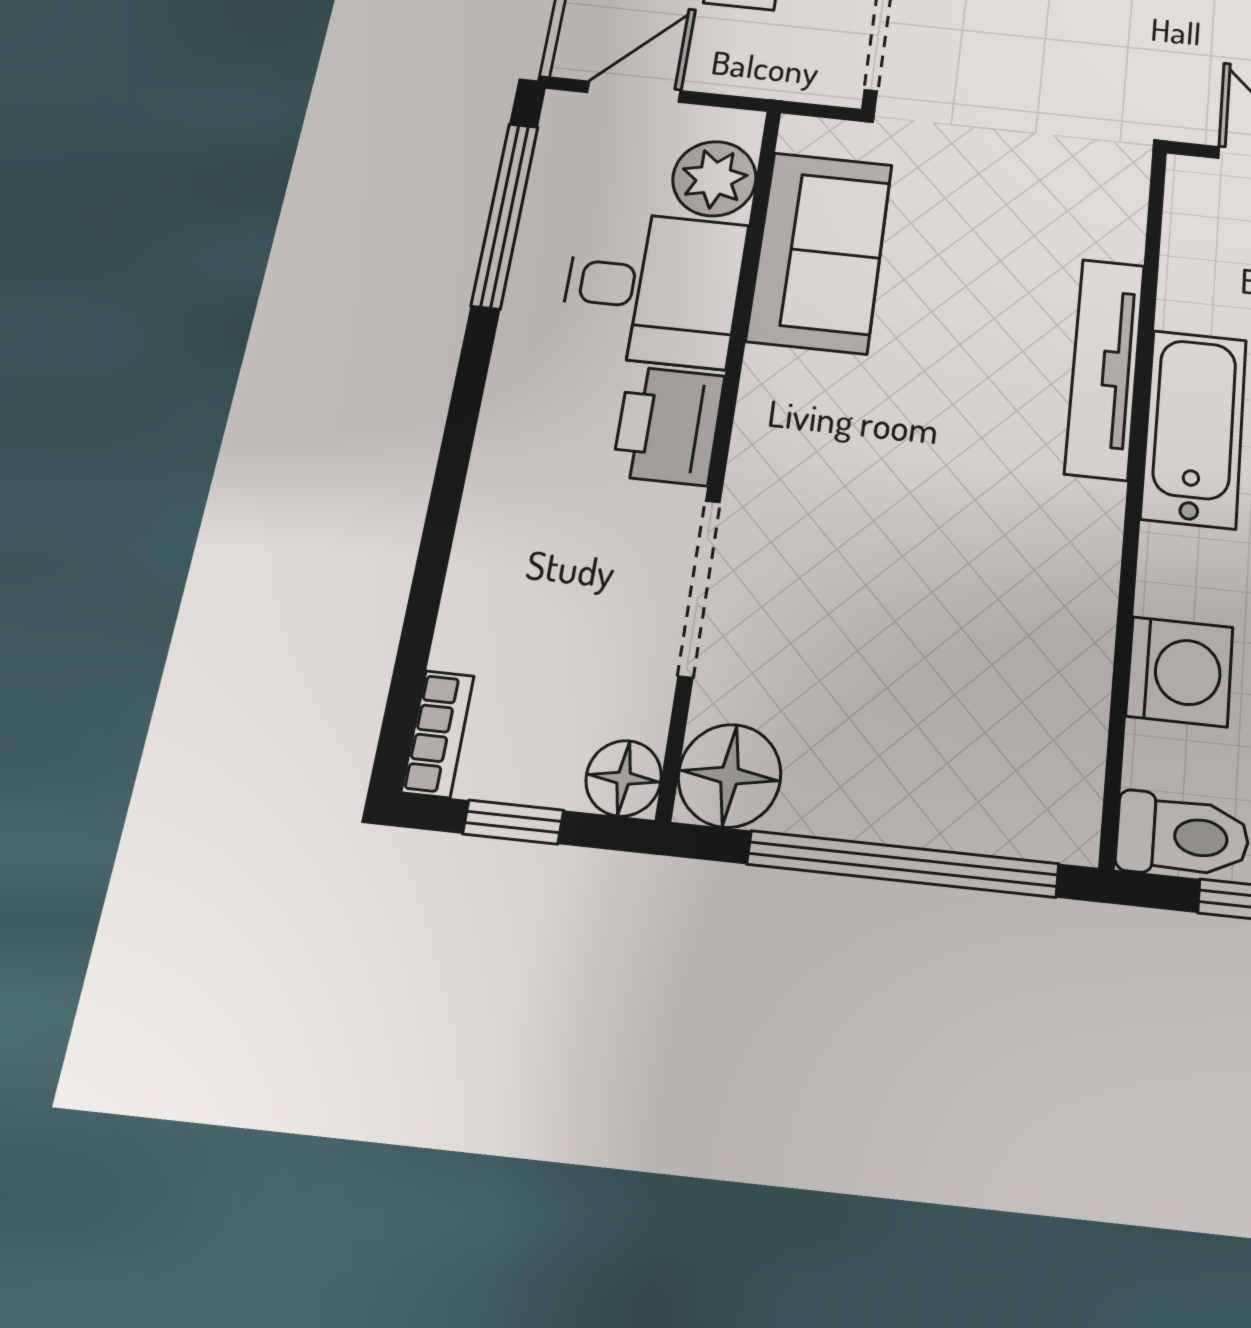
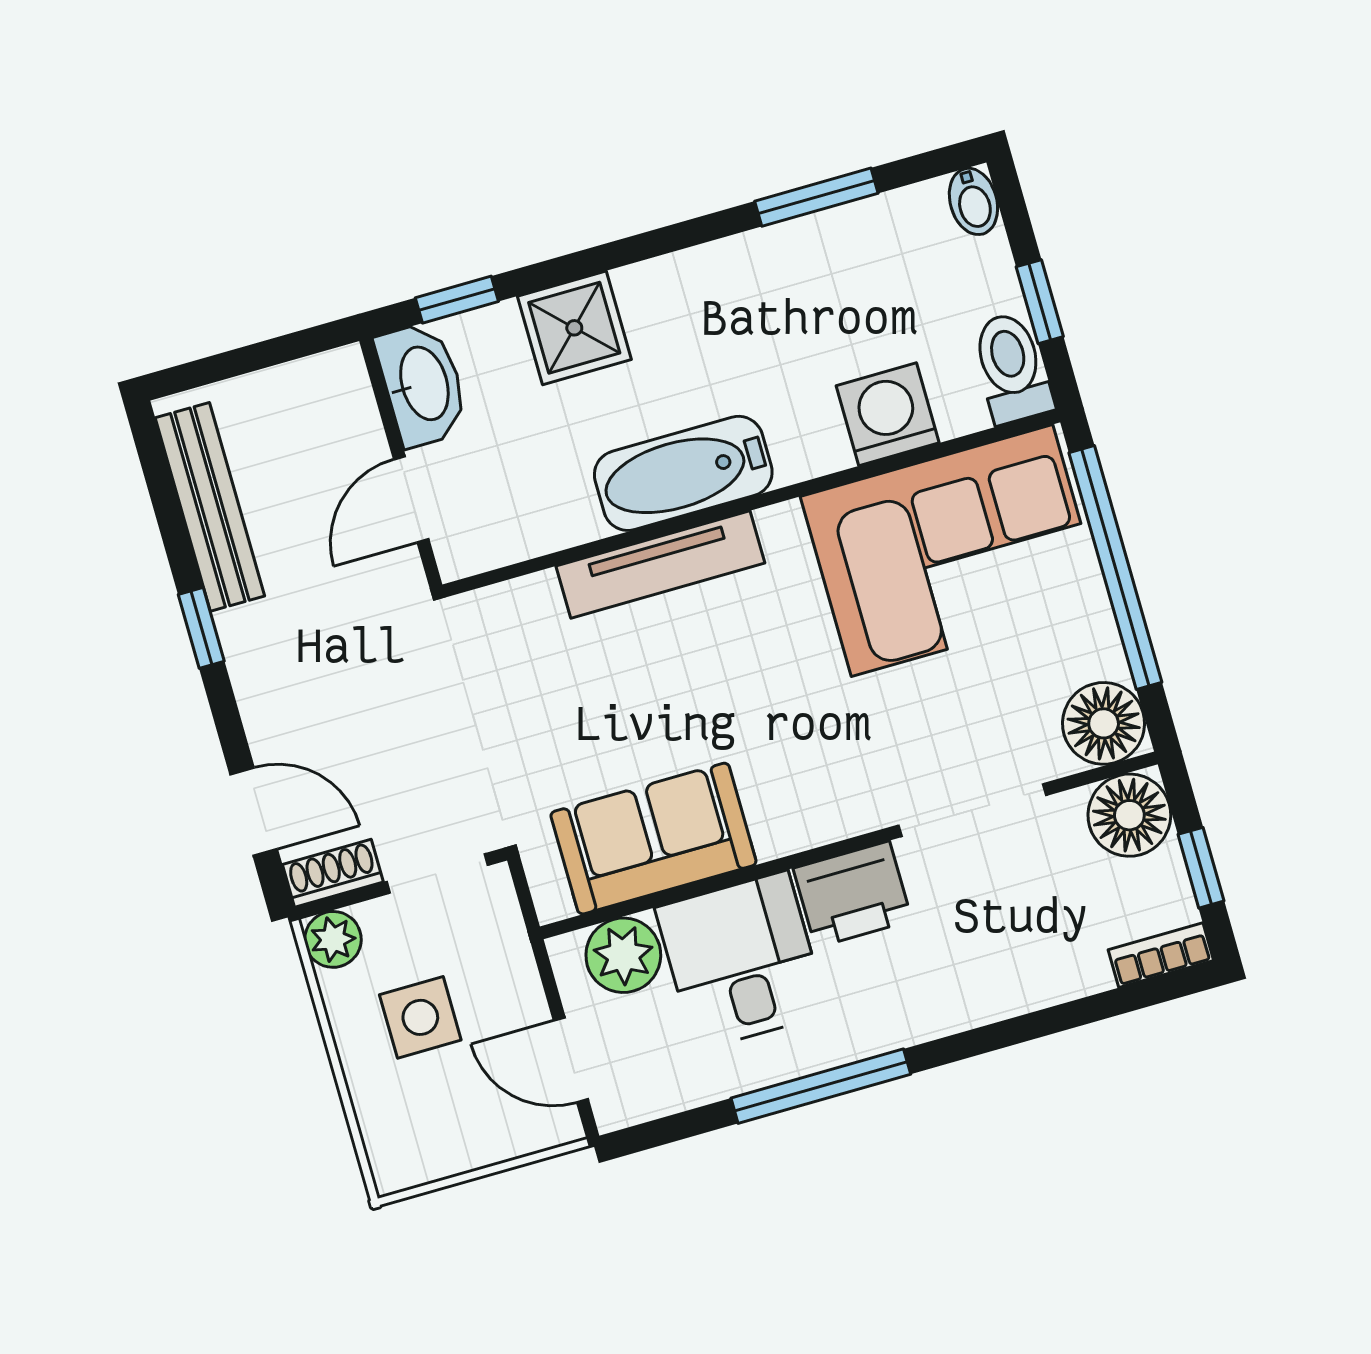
window: (505, 215) -> (821, 1086), moved
corner sofa: (998, 682) -> (952, 550), added
floor lamp: (624, 778) -> (1129, 815), width x1.38, depth x1.38

